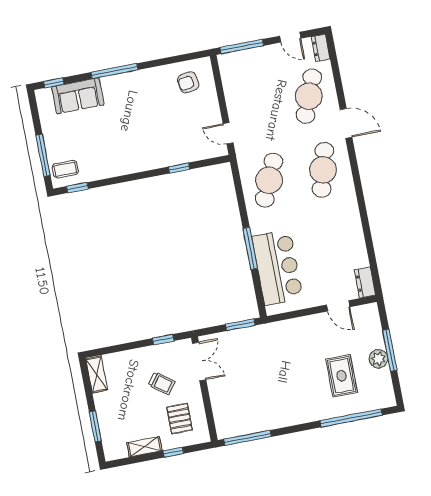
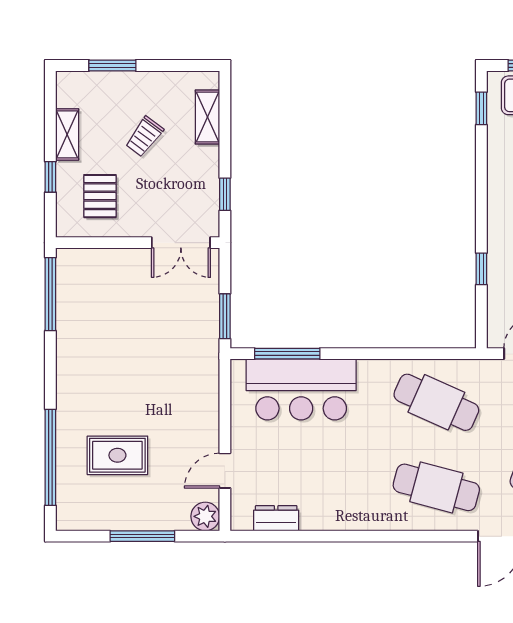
window: (250, 248) -> (287, 354), moved
dresser: (365, 282) -> (276, 518), moved
plant: (378, 359) -> (205, 516), moved
shelving: (97, 374) -> (207, 117), moved, turned 90
trolley: (162, 383) -> (144, 137), moved
pallet: (179, 418) -> (100, 196), turned 90

